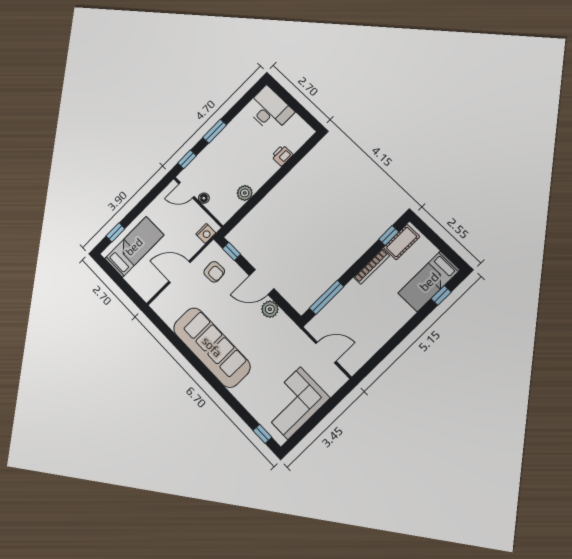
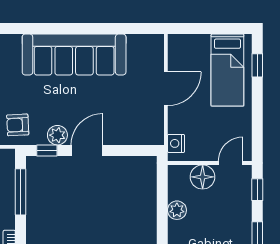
floor lamp: (204, 198) -> (203, 177), width x1.89, depth x1.89
window: (232, 251) -> (47, 150), moved
armchair: (214, 272) -> (18, 125), moved

